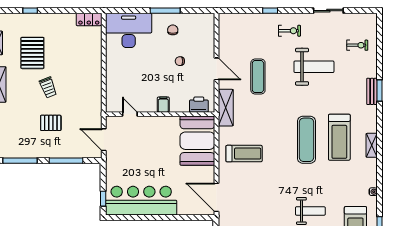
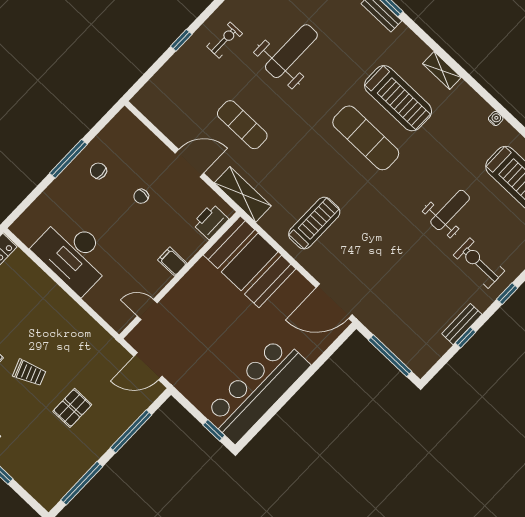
desk: (129, 30) -> (73, 254), moved, turned -90

